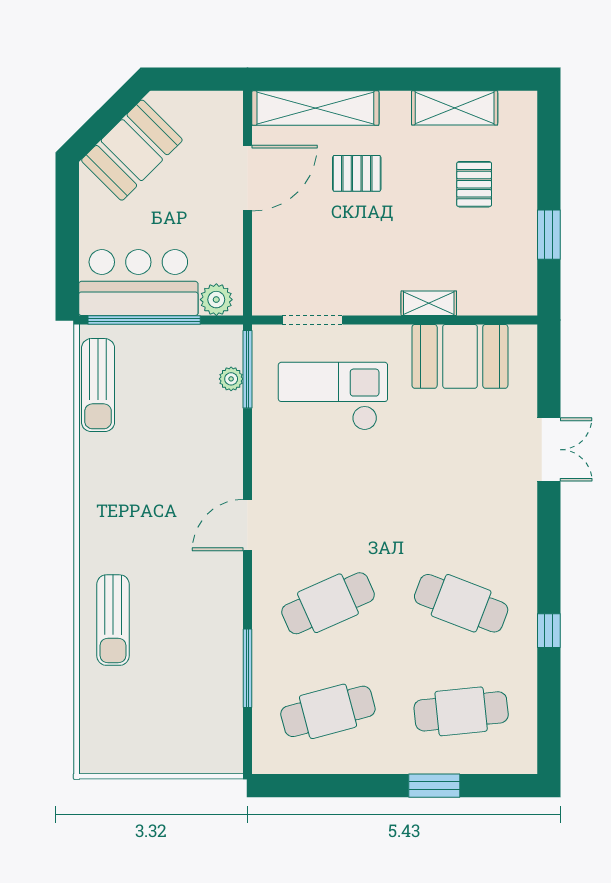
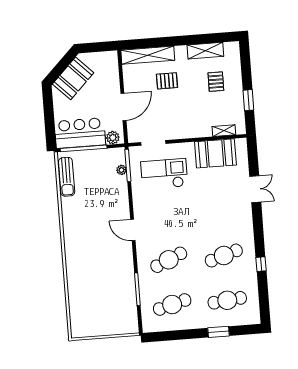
door: (247, 178) -> (123, 107), moved
shelving: (429, 303) -> (224, 131), moved
door: (247, 525) -> (133, 230), hinge flipped
cafe table: (461, 603) -> (224, 256), turned -39
sun lounger: (113, 620) -> (80, 274), removed

